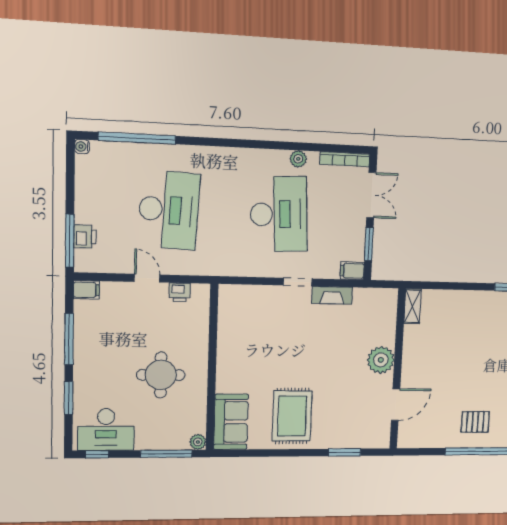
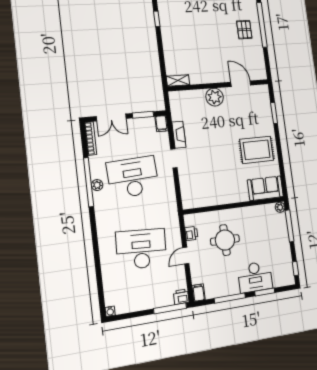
window: (137, 138) -> (89, 182), moved
plant: (298, 159) -> (97, 185), moved
double door: (371, 195) -> (111, 117), swing flipped
printer: (85, 236) -> (181, 297), moved
round table: (161, 375) -> (225, 240), moved
desk: (106, 430) -> (255, 277), moved, turned 90

